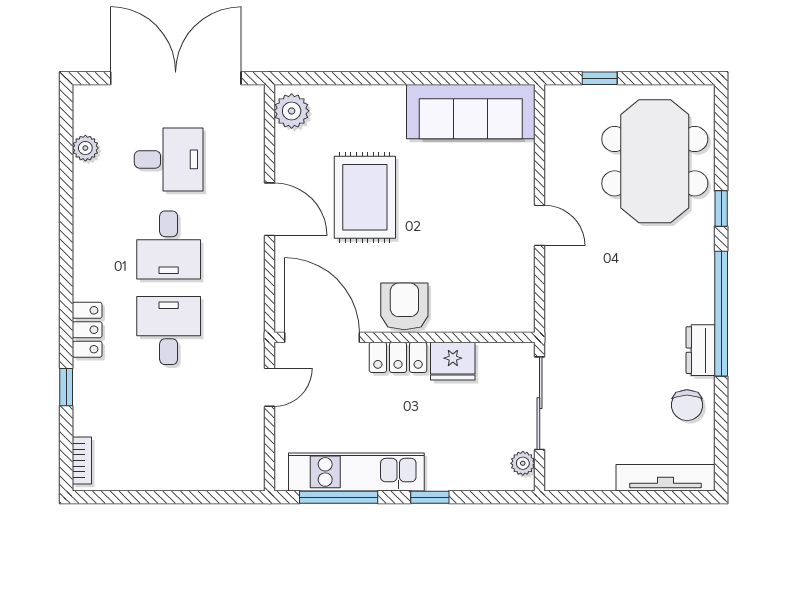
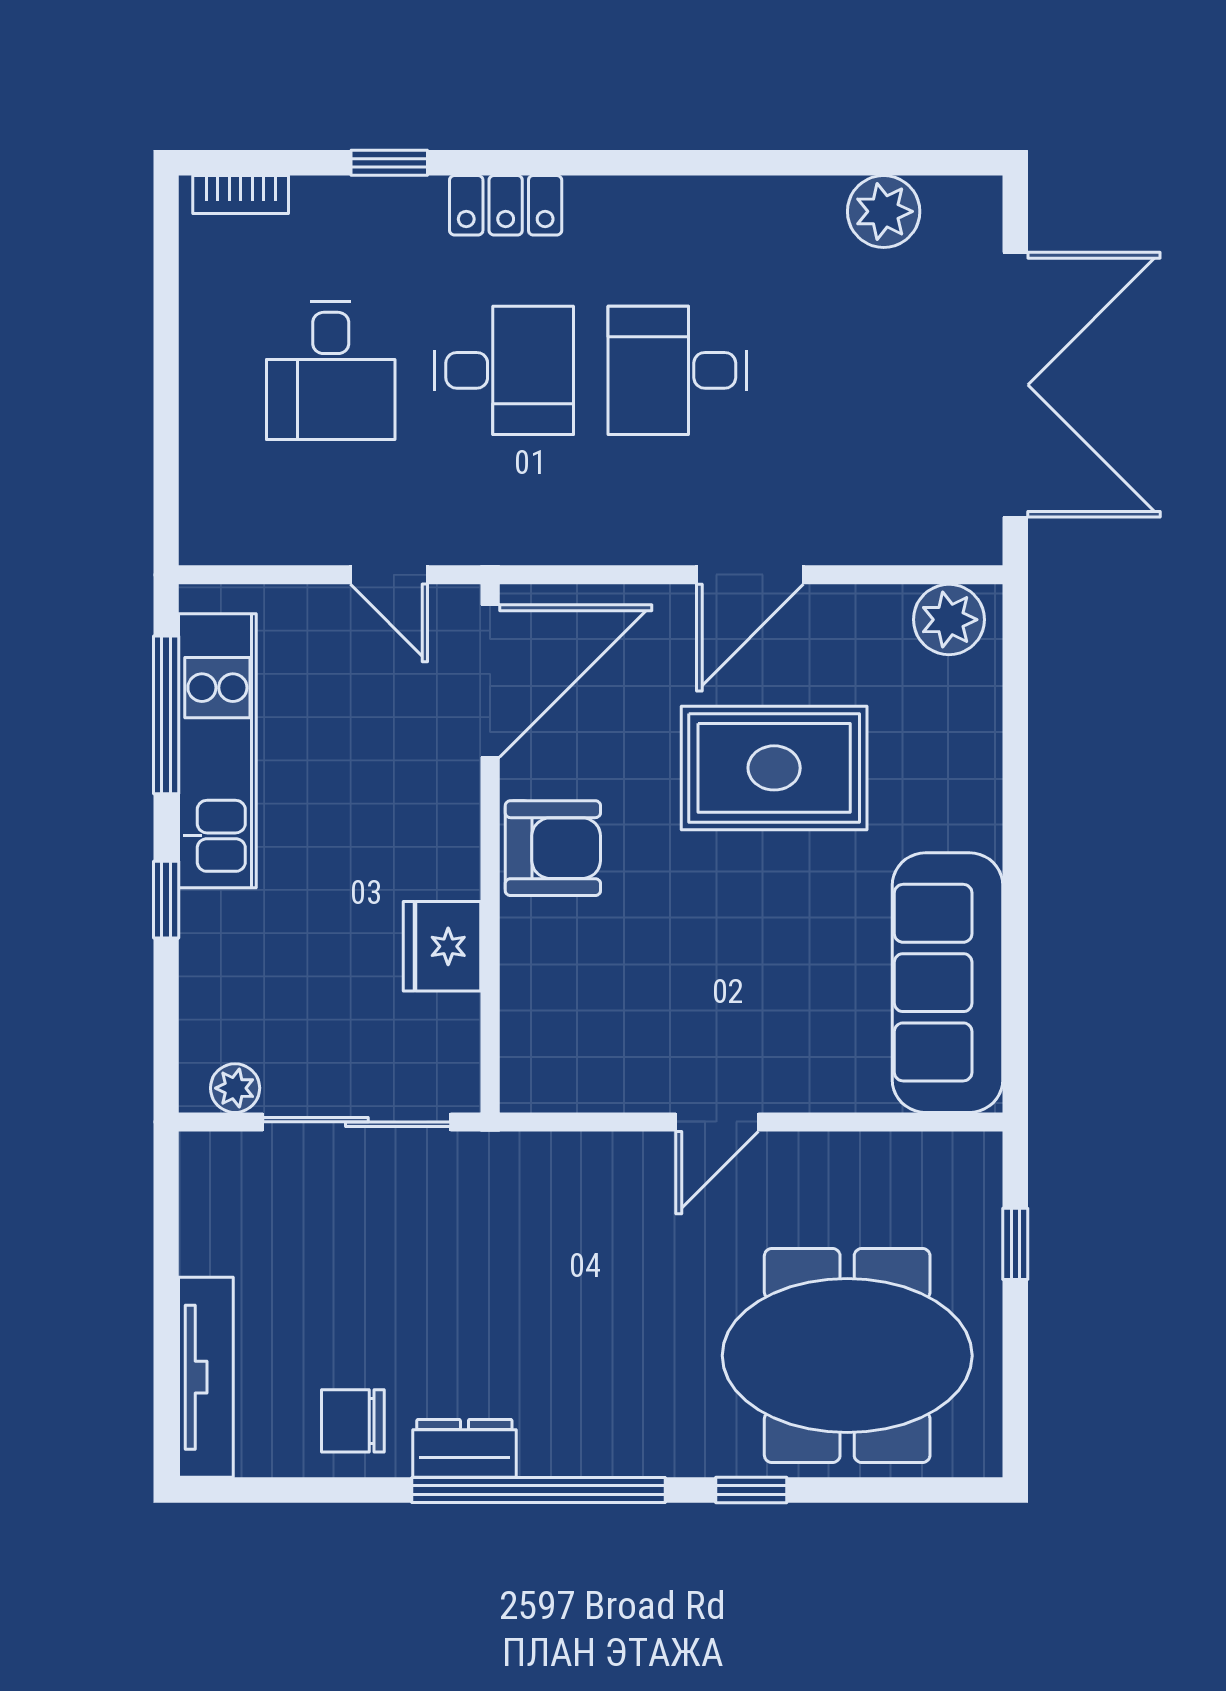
plant: (85, 148) -> (884, 211), width x1.38, depth x1.38
desk: (169, 159) -> (331, 370), moved
locker: (398, 357) -> (450, 835), removed

